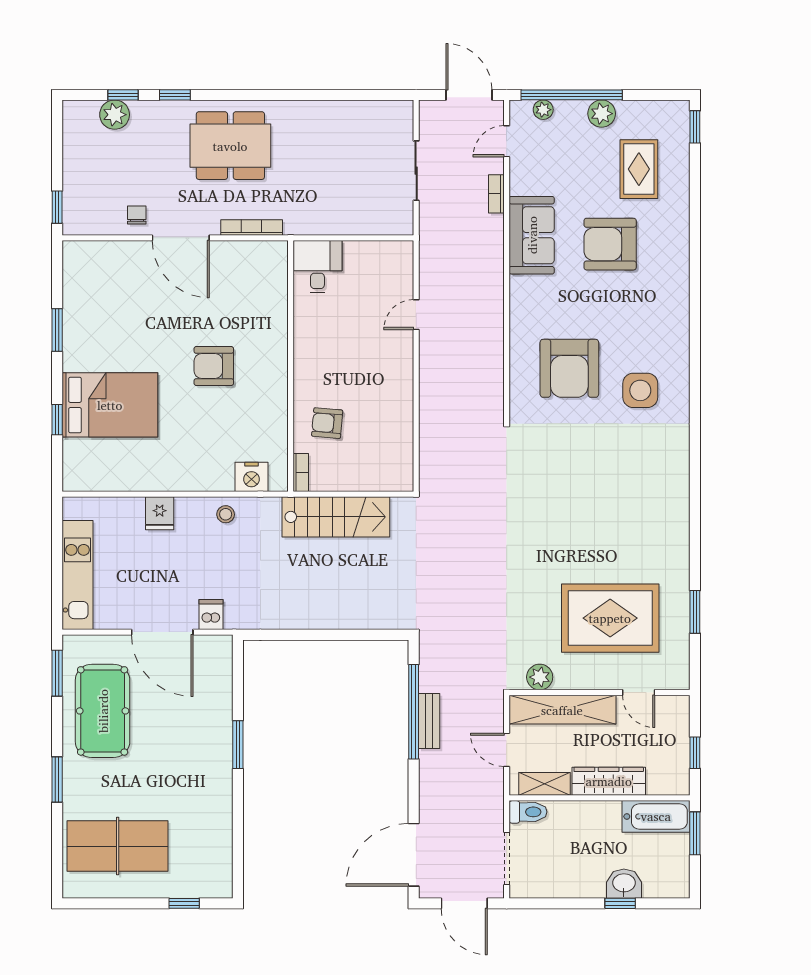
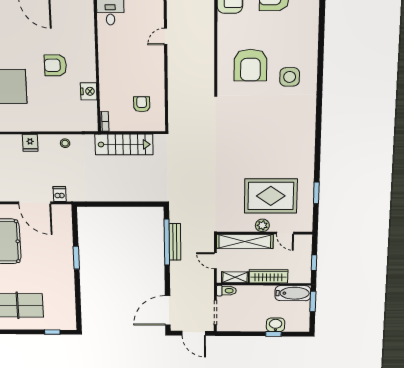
armchair: (327, 423) -> (142, 104), moved, turned 85
nightstand: (251, 477) -> (89, 91), moved, turned -90
plant: (540, 677) -> (262, 225), moved
bench: (429, 721) -> (175, 242), width x1.36

